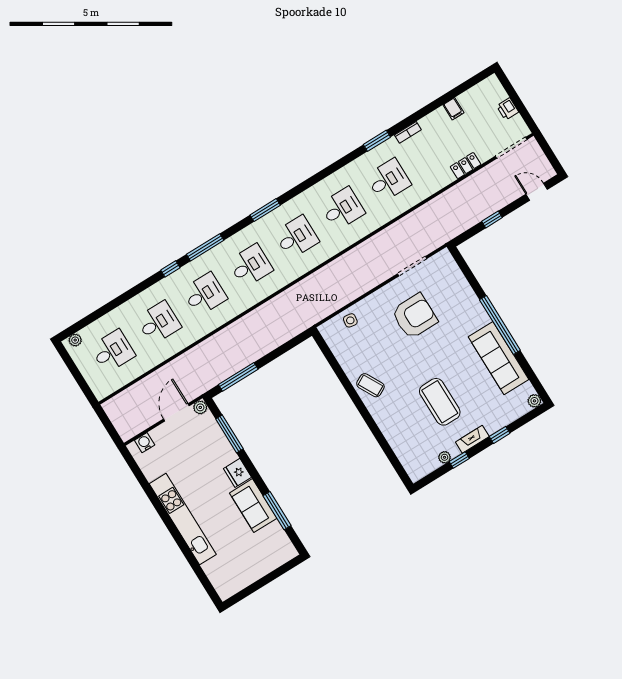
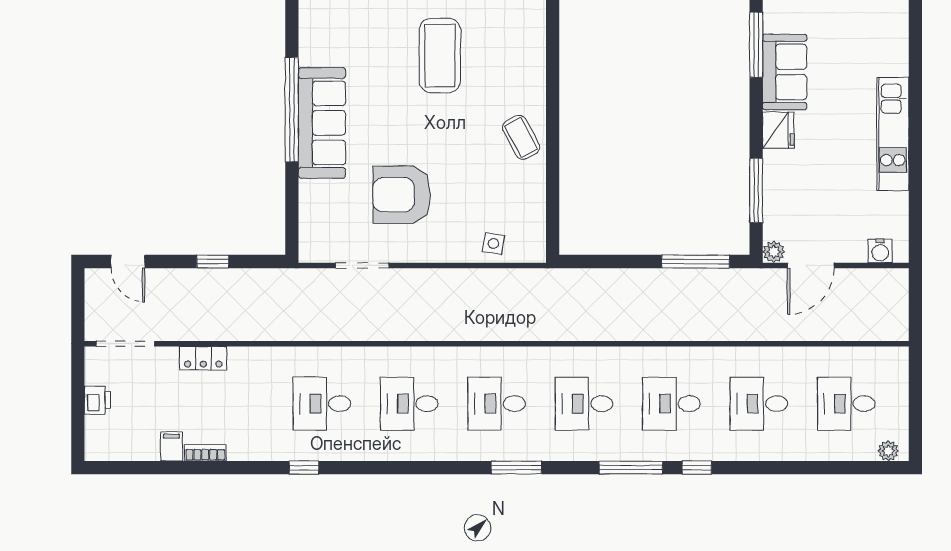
bookcase: (408, 132) -> (205, 453), moved
window: (377, 141) -> (304, 468), width x0.67
sofa: (499, 358) -> (322, 123), moved
kitchen unit: (183, 519) -> (893, 134), width x0.73

